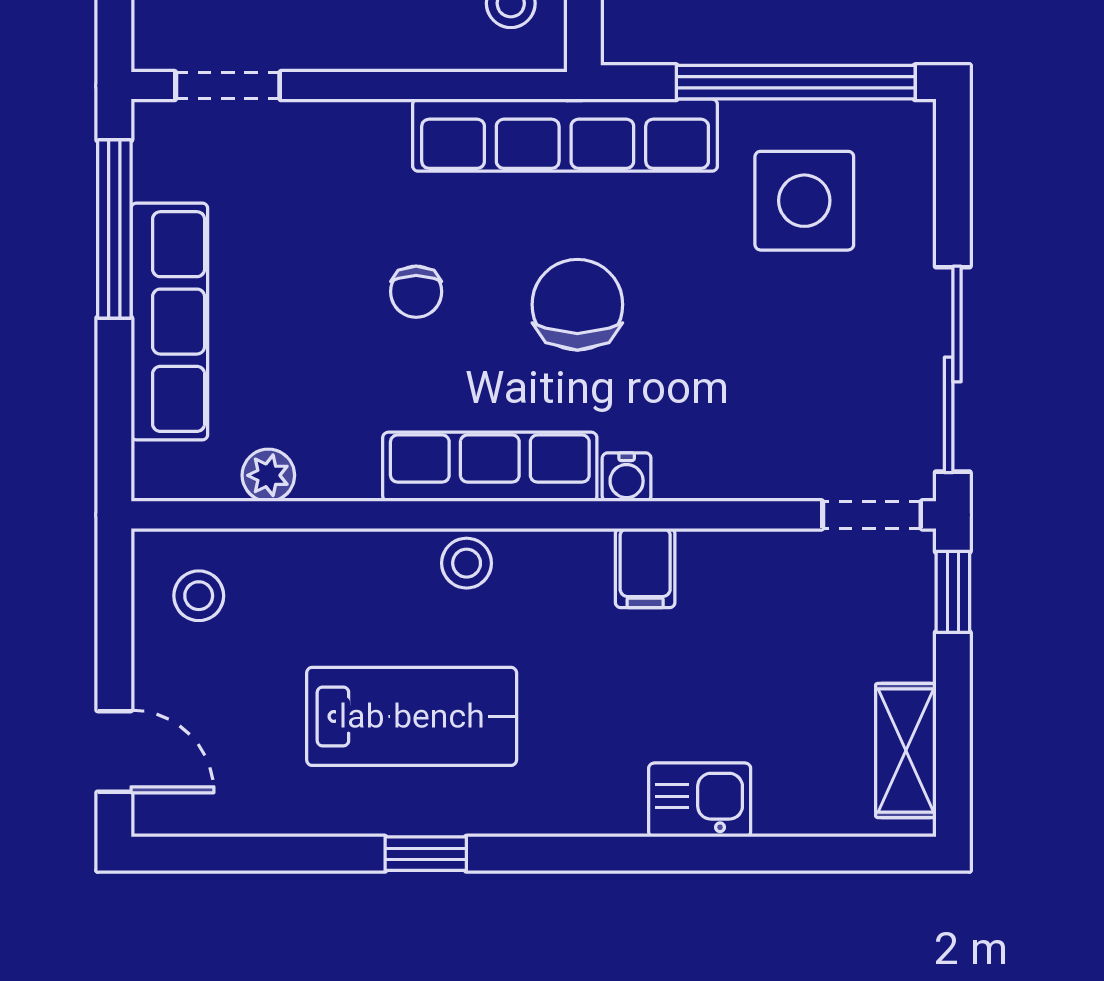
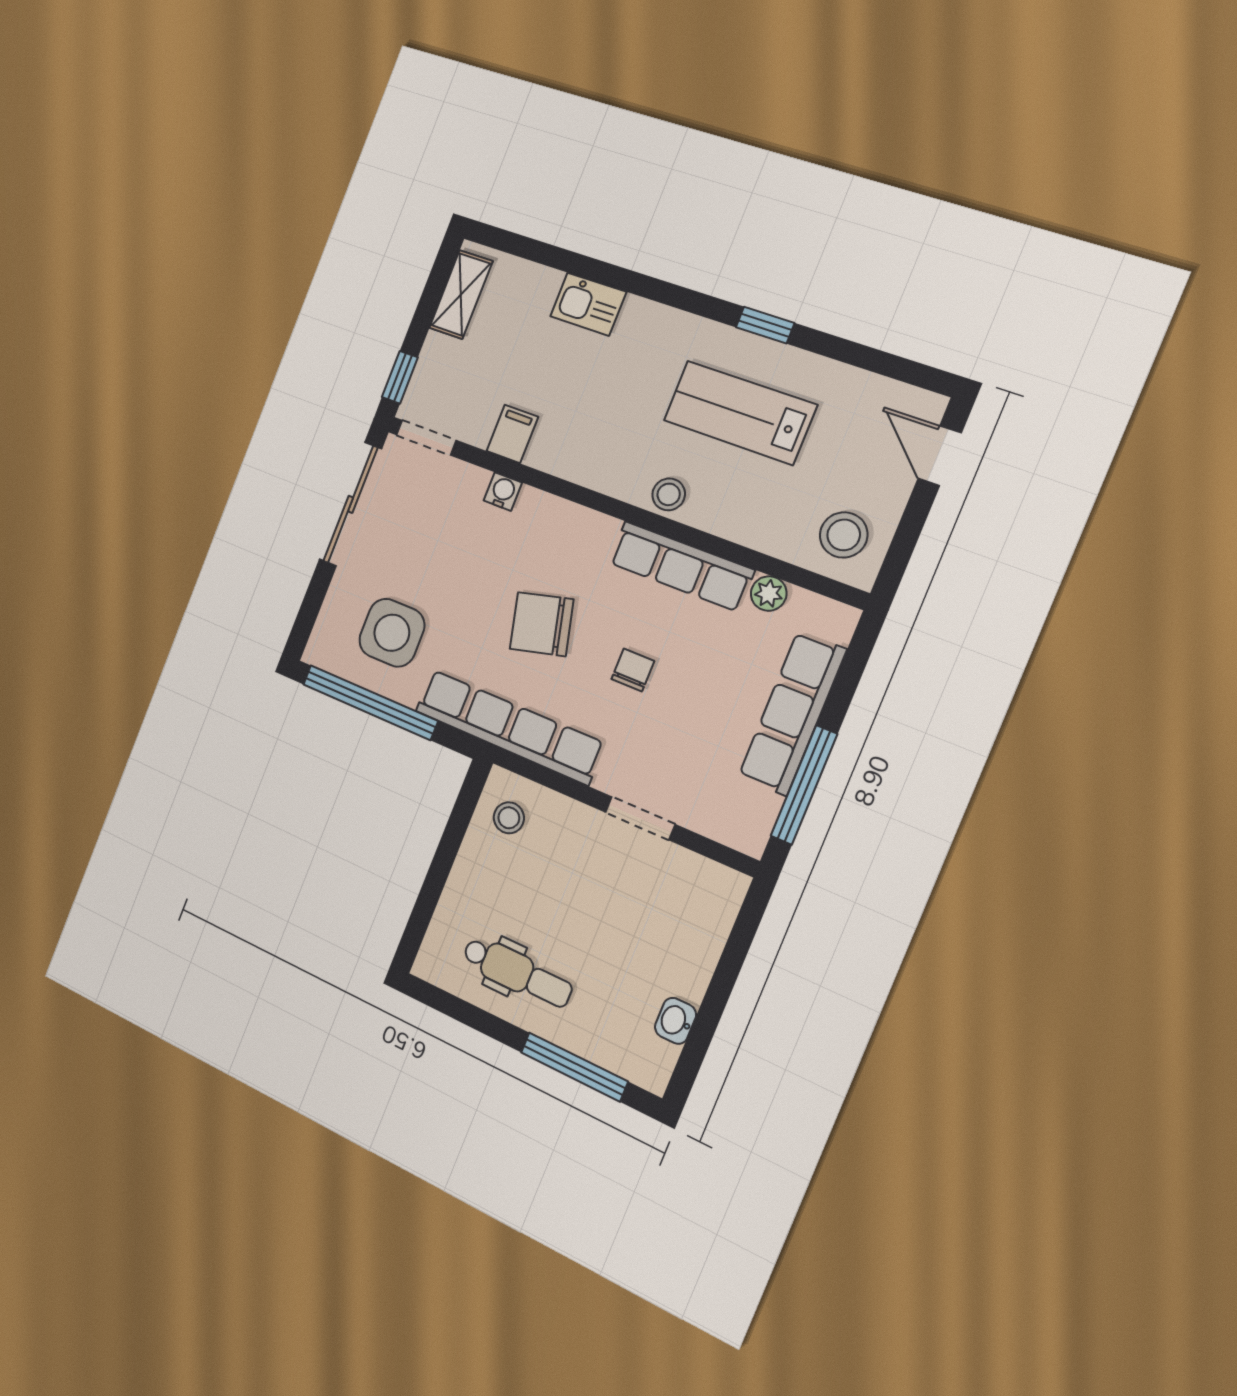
doorway: (228, 86) -> (640, 818), moved
chair: (577, 305) -> (542, 624), turned 76
row of seats: (490, 467) -> (681, 566), moved
water cooler: (627, 477) -> (503, 492), moved
filing cabinet: (645, 568) -> (512, 434), moved
stool: (199, 596) -> (844, 535), width x1.37, depth x1.37

